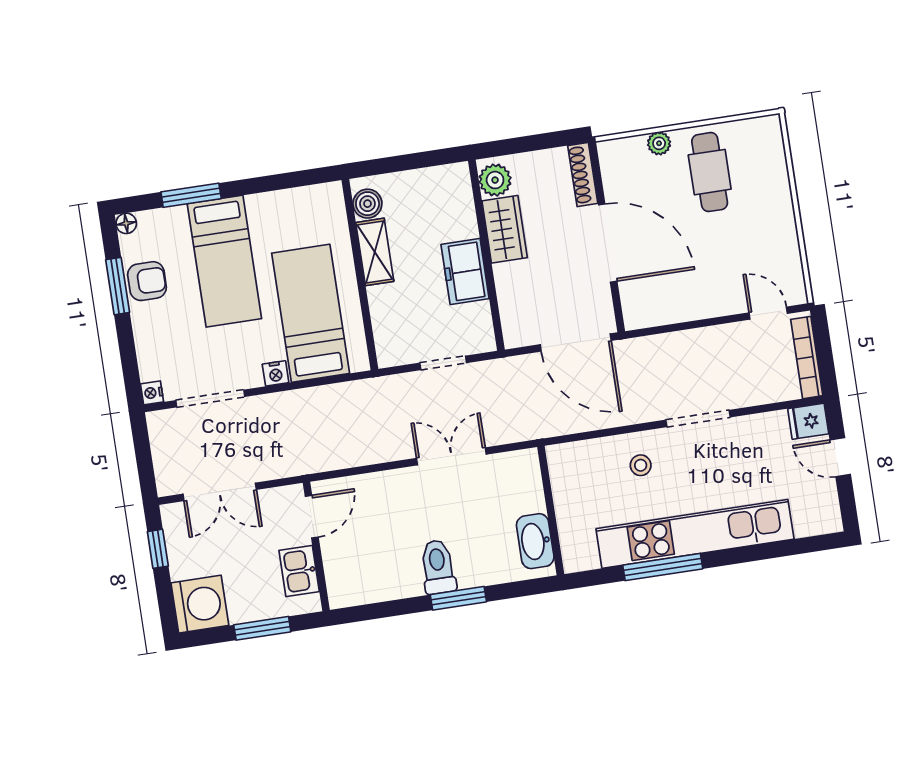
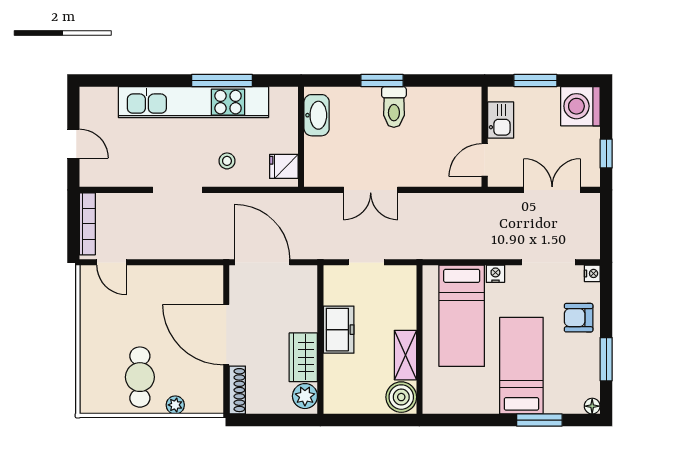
boiler: (367, 204) -> (401, 397), width x1.36, depth x1.36
armchair: (147, 281) -> (579, 318), moved
fridge: (808, 421) -> (284, 166), moved, turned 180

